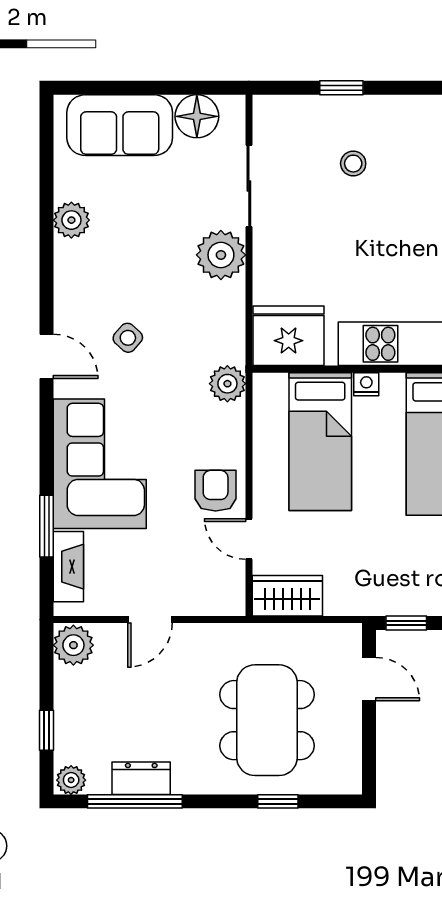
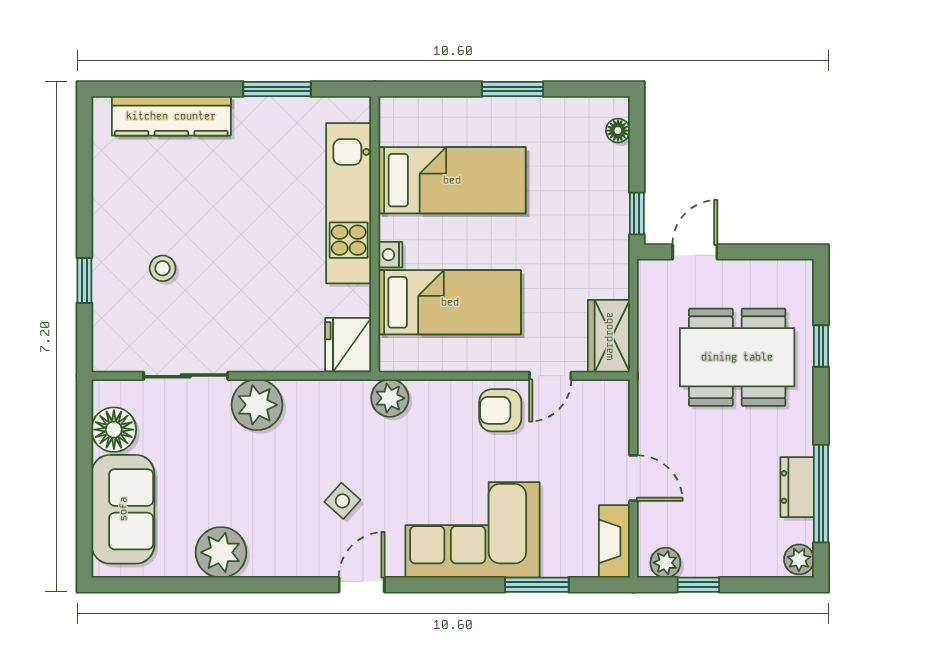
plant: (71, 220) -> (221, 552), width x1.36, depth x1.36
fridge: (289, 336) -> (348, 345), width x0.73, depth x0.75
fireplace: (68, 567) -> (614, 541), moved, turned -90
plant: (73, 645) -> (665, 563), width x0.73, depth x0.73
window: (47, 730) -> (698, 585), moved

